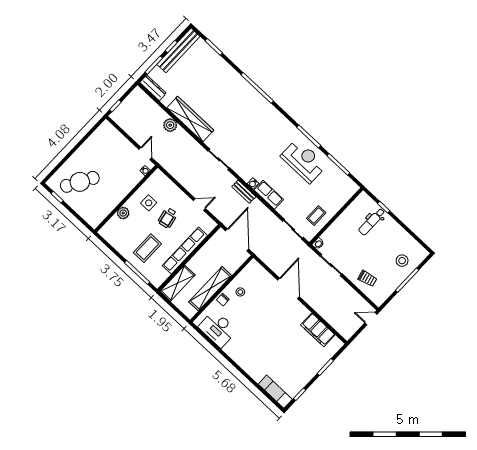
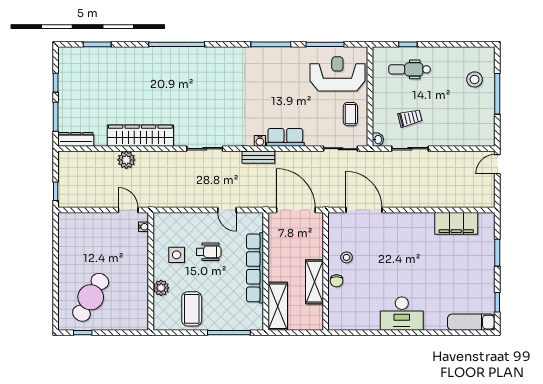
bench: (178, 50) -> (66, 80), removed
reception desk: (304, 161) -> (337, 74), moved
door: (199, 204) -> (227, 210), swing flipped
wheelchair: (168, 218) -> (209, 252), turned -79
dental chair: (372, 222) -> (410, 69), turned 90
coffee table: (147, 248) -> (192, 309), moved
trolley: (367, 278) -> (410, 118), moved
door: (288, 288) -> (364, 210), moved
shelving: (210, 289) -> (314, 282), width x0.68
desk: (218, 329) -> (402, 314), moved

